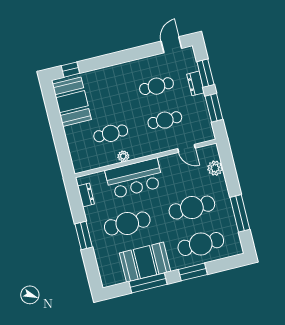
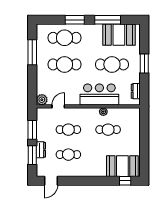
booth: (72, 102) -> (122, 166), moved, turned 90
door: (186, 148) -> (58, 106), hinge flipped
plant: (215, 168) -> (42, 100), moved
booth: (145, 262) -> (119, 35), moved

